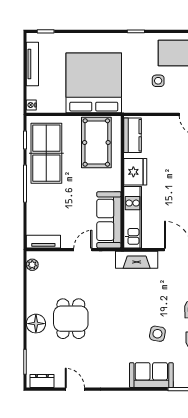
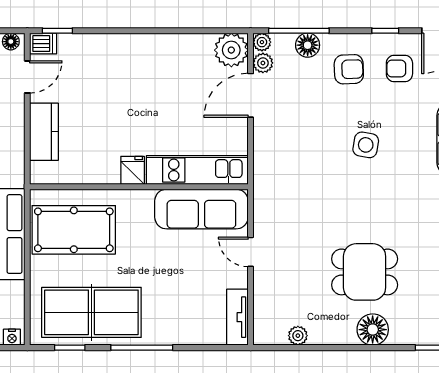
kitchen counter: (133, 135) -> (44, 132), moved, turned 90
fridge: (135, 172) -> (133, 170), width x0.53, depth x0.75
fireplace: (137, 260) -> (267, 163), removed
plant: (32, 265) -> (298, 336), moved
side table: (157, 334) -> (366, 145), moved

